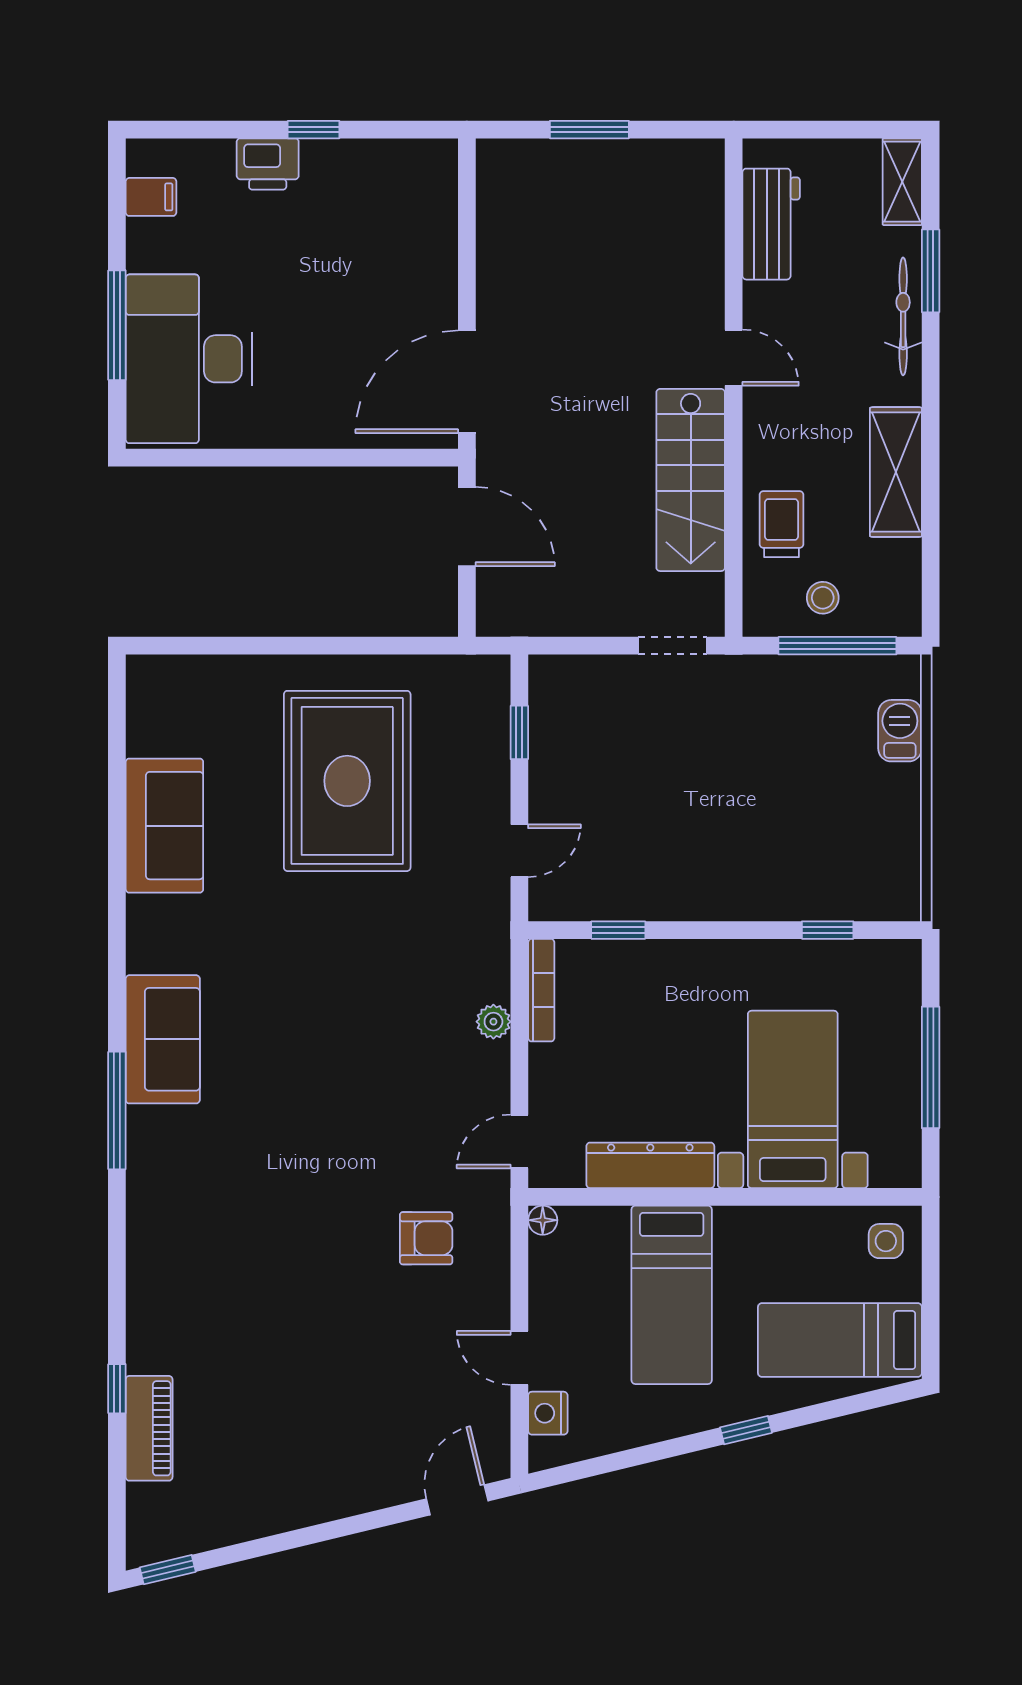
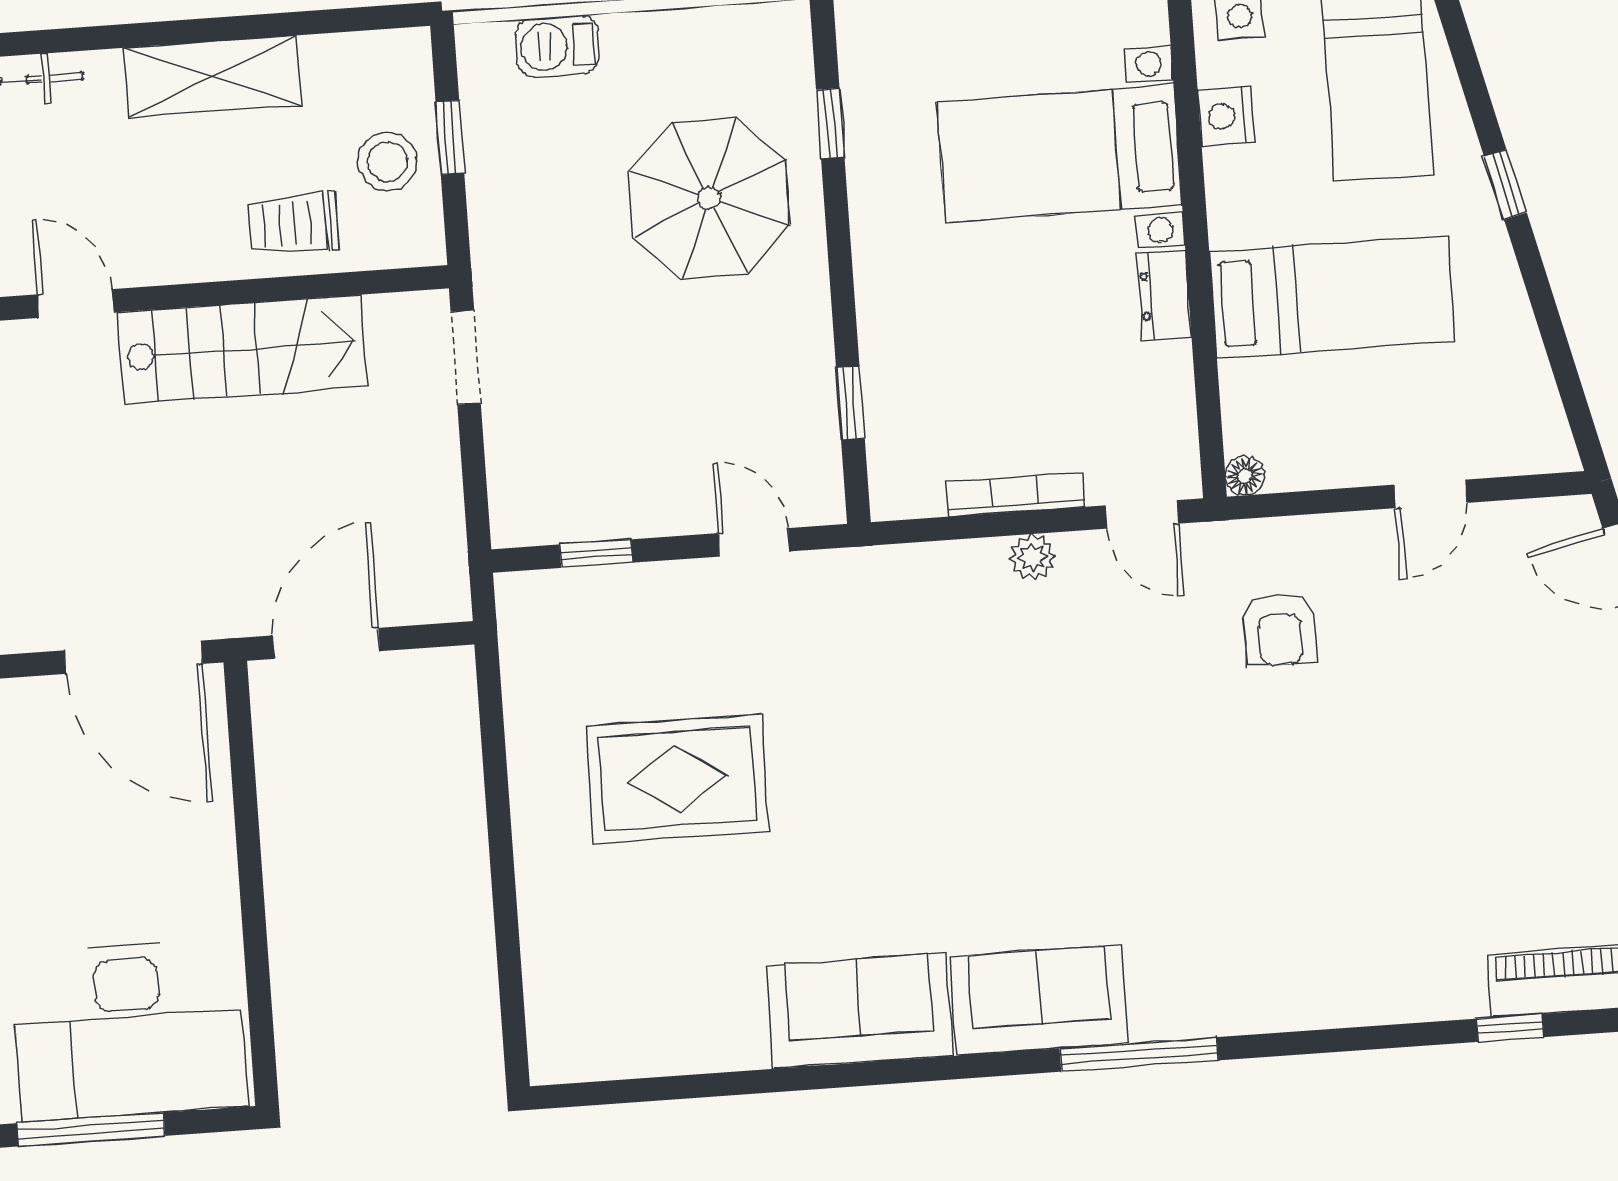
door: (734, 358) -> (76, 303), hinge flipped
stool: (823, 598) -> (387, 162), width x1.37, depth x1.37
window: (837, 646) -> (450, 137), width x0.46
rug: (347, 781) -> (677, 779), width x0.73, depth x0.69
sofa: (164, 826) -> (860, 1011), moved
parasol: (778, 836) -> (709, 198), added
bookcase: (541, 990) -> (1016, 494), moved
plant: (493, 1022) -> (1032, 557), moved
dresser: (650, 1165) -> (1164, 295), width x0.51, depth x0.80
armchair: (426, 1238) -> (1280, 630), turned 180
nightstand: (548, 1413) -> (1226, 116), moved, turned 90

